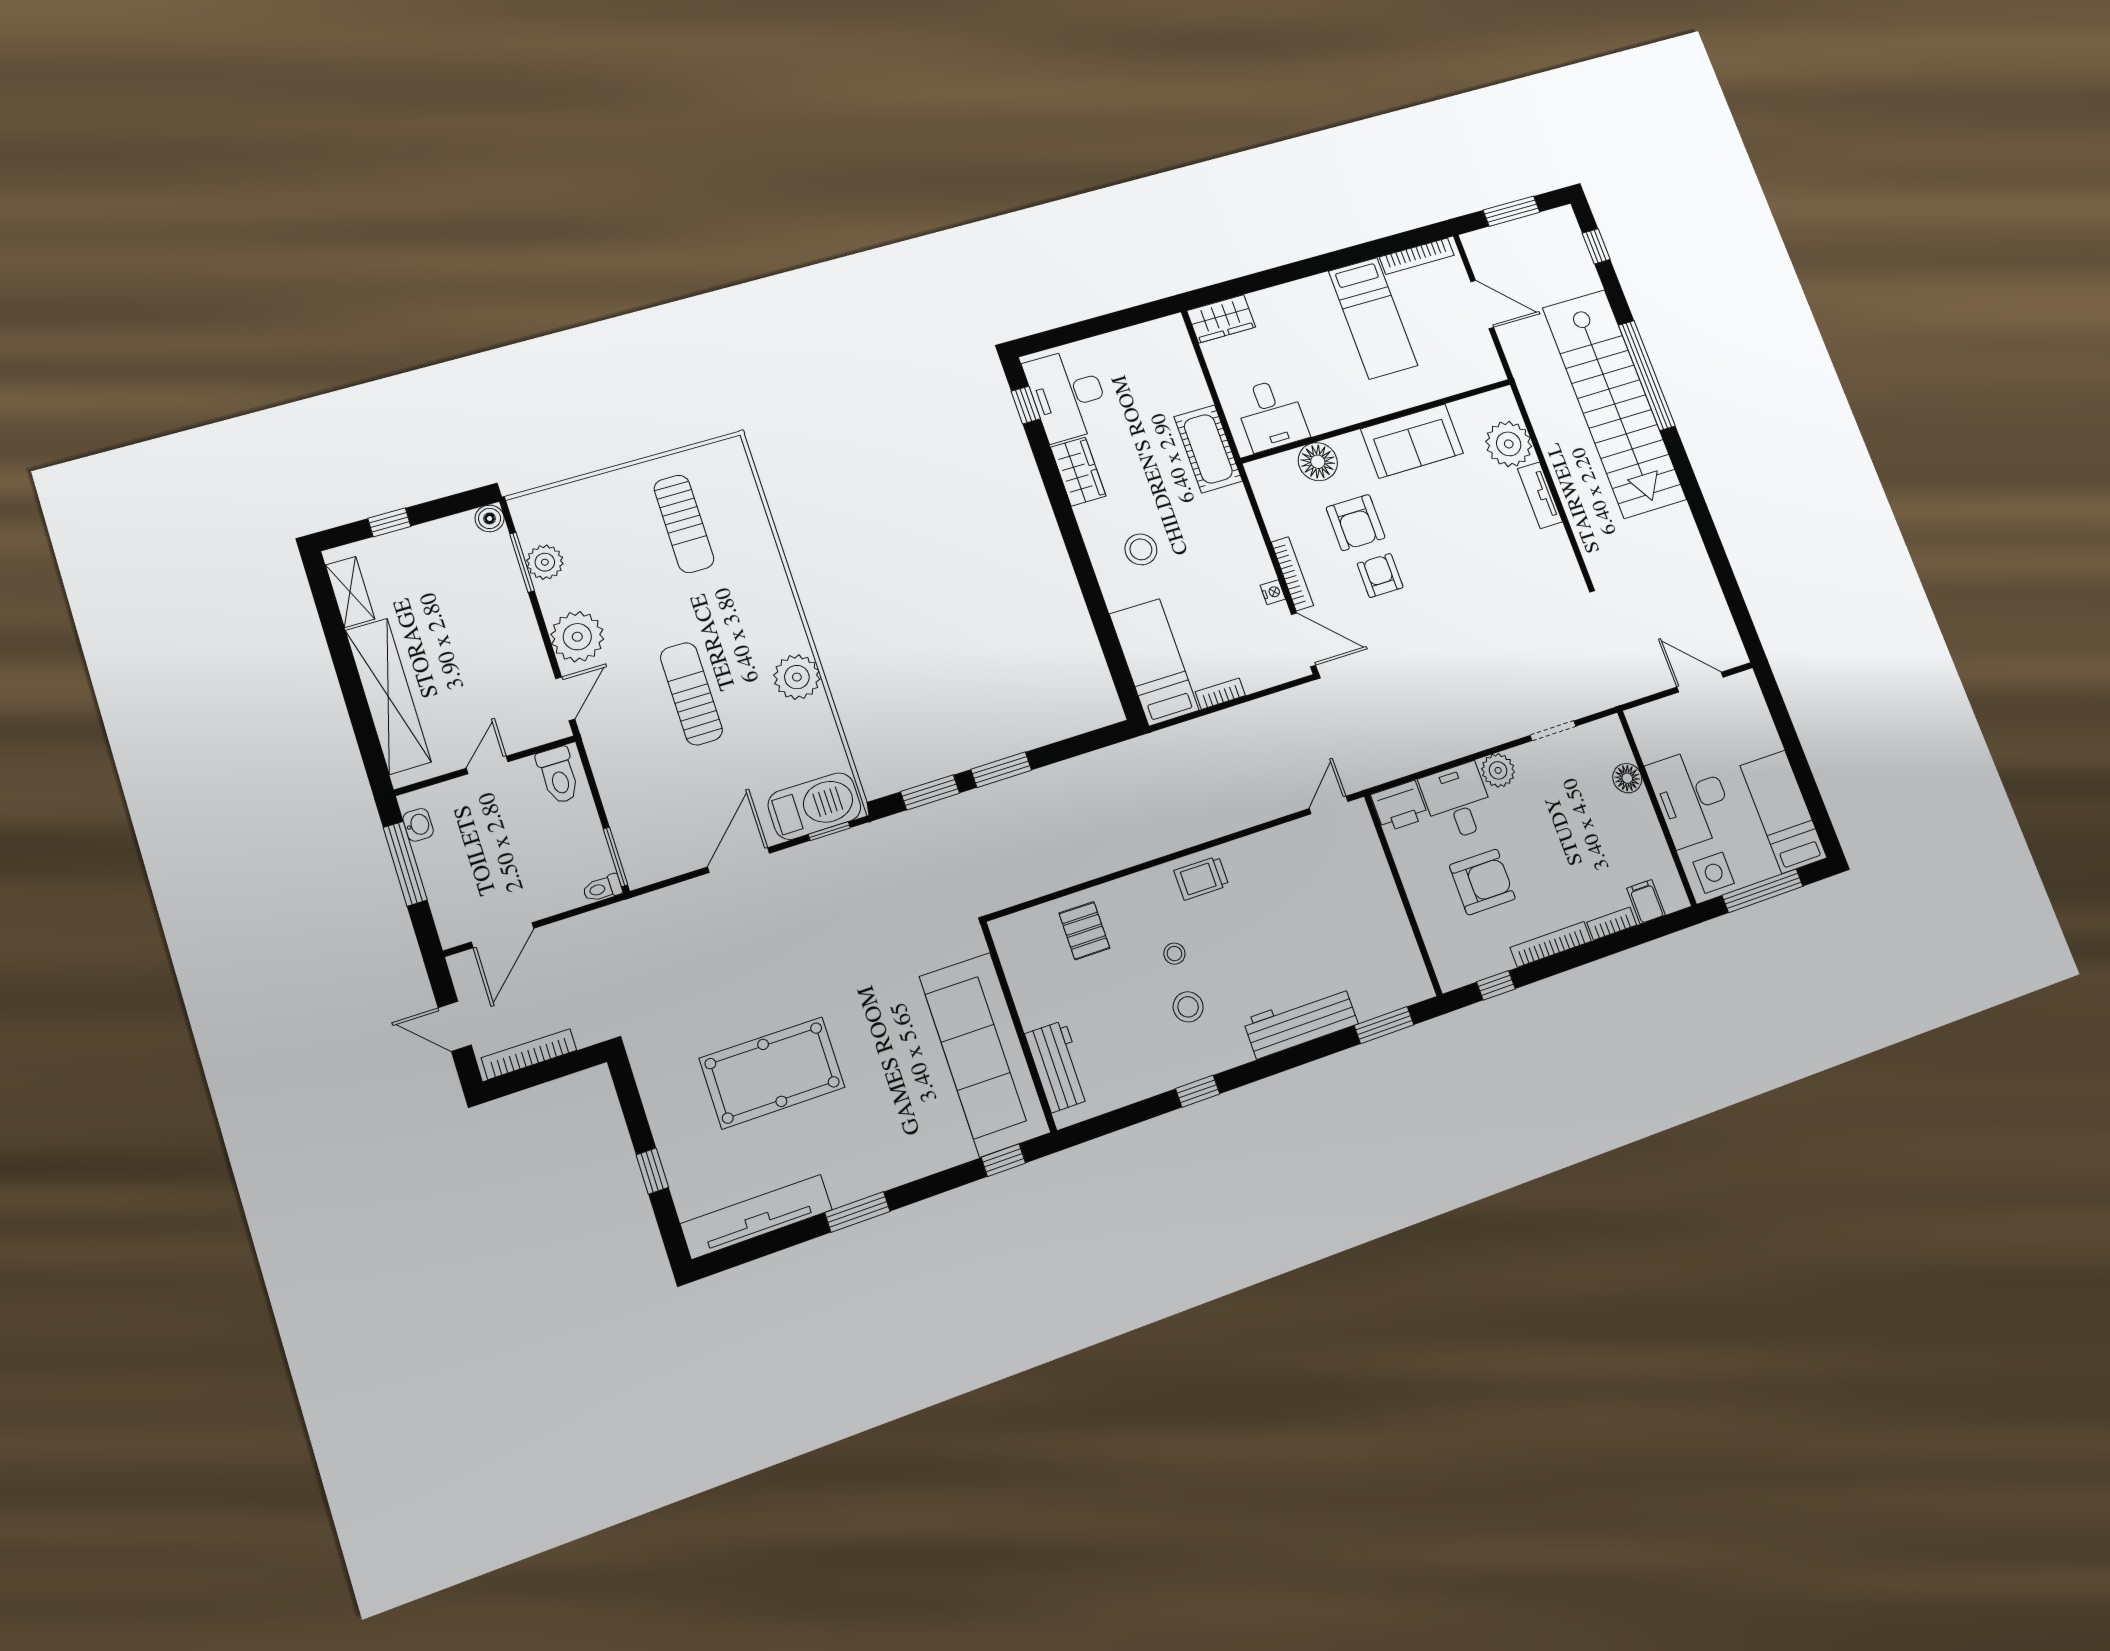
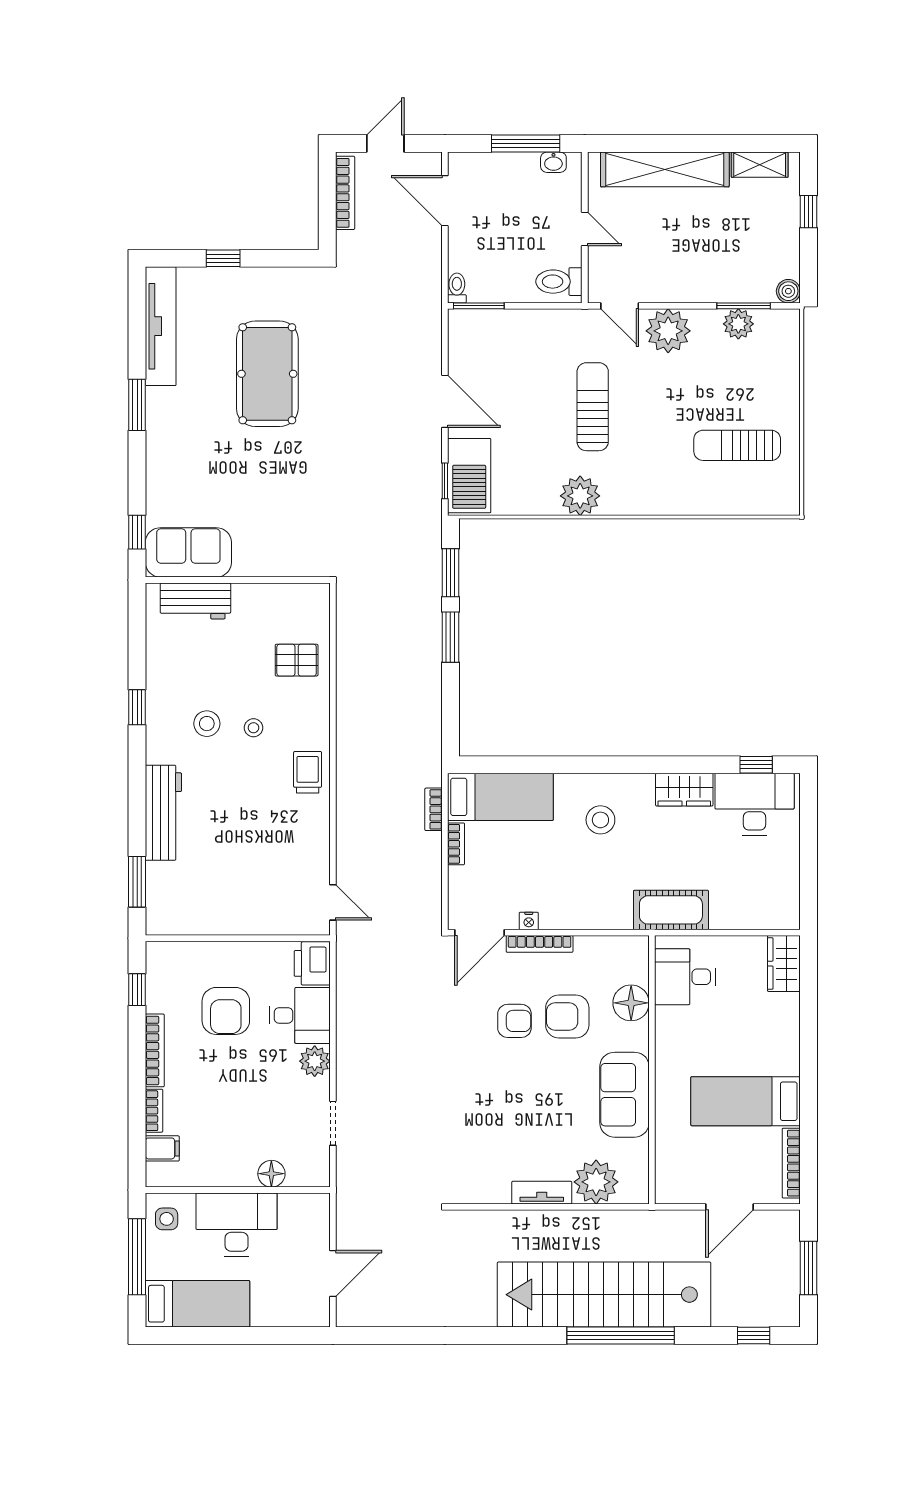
sun lounger: (691, 694) -> (593, 407), turned -90
bookcase: (1193, 729) -> (433, 809), added
side table: (1714, 873) -> (167, 1219), width x0.73, depth x0.73
sofa: (985, 1054) -> (188, 552), width x0.54, depth x0.79

